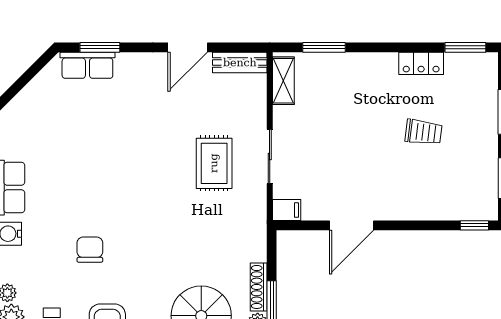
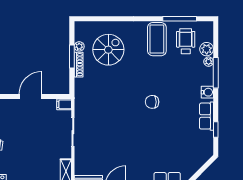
rug: (214, 163) -> (102, 129), removed
chair: (90, 250) -> (152, 102), moved, turned 90

